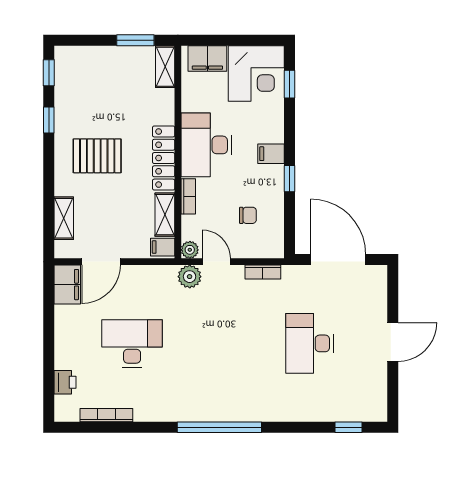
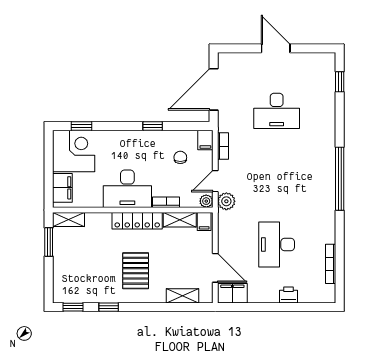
filing cabinet: (271, 154) -> (205, 140), moved
printer: (65, 382) -> (289, 295), moved

